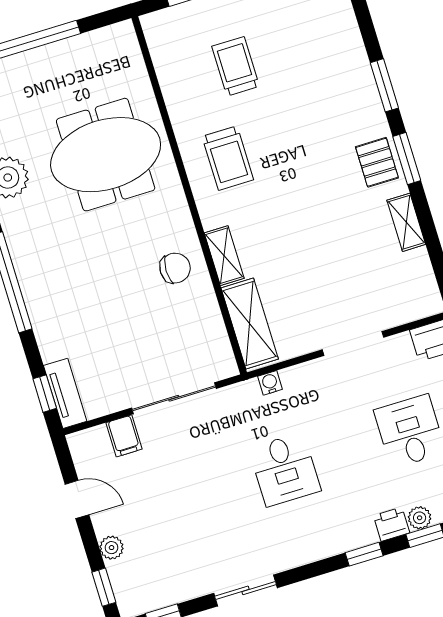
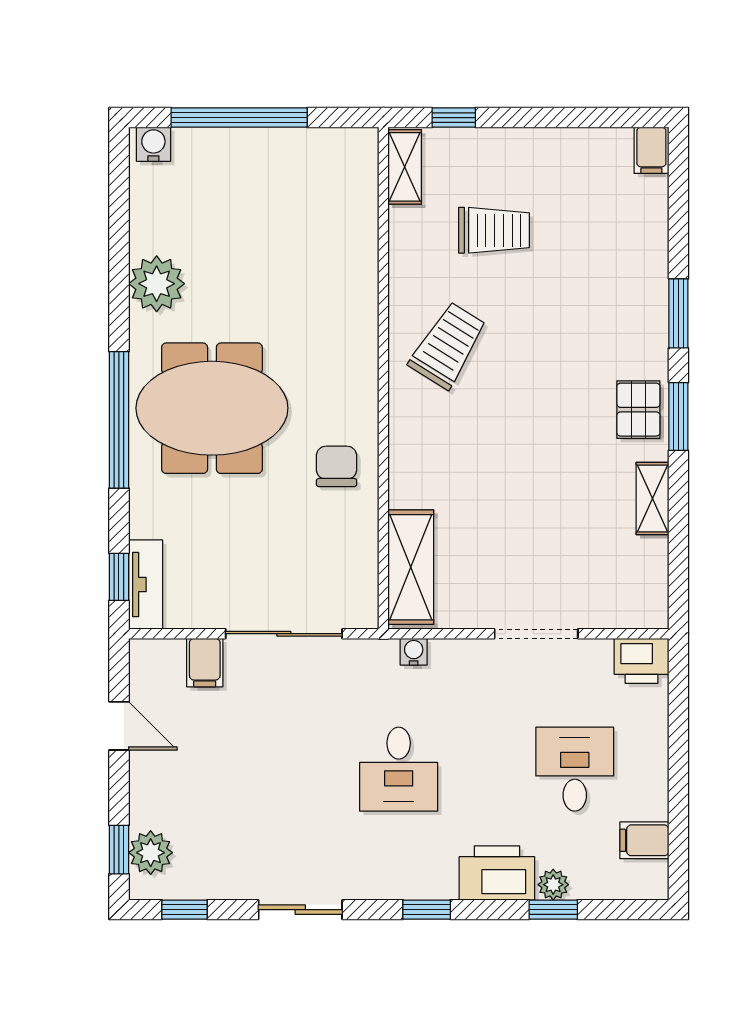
trolley: (236, 66) -> (494, 230), turned 90
meeting table: (106, 155) -> (212, 408), moved
trolley: (228, 158) -> (448, 345), turned -148
shelving: (224, 256) -> (405, 167), moved
chair: (175, 268) -> (337, 466), turned -90
printer: (391, 524) -> (497, 873), width x1.87, depth x1.48
plant: (112, 548) -> (151, 853), moved, width x1.38, depth x1.38
window: (364, 554) -> (427, 910), moved

